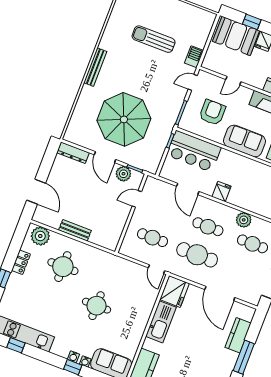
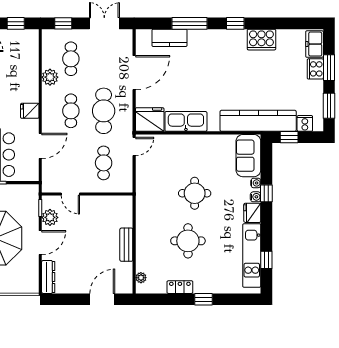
plant: (40, 236) -> (141, 278), width x0.53, depth x0.53
round table: (63, 267) -> (188, 241), moved
fridge: (61, 349) -> (252, 213), added

